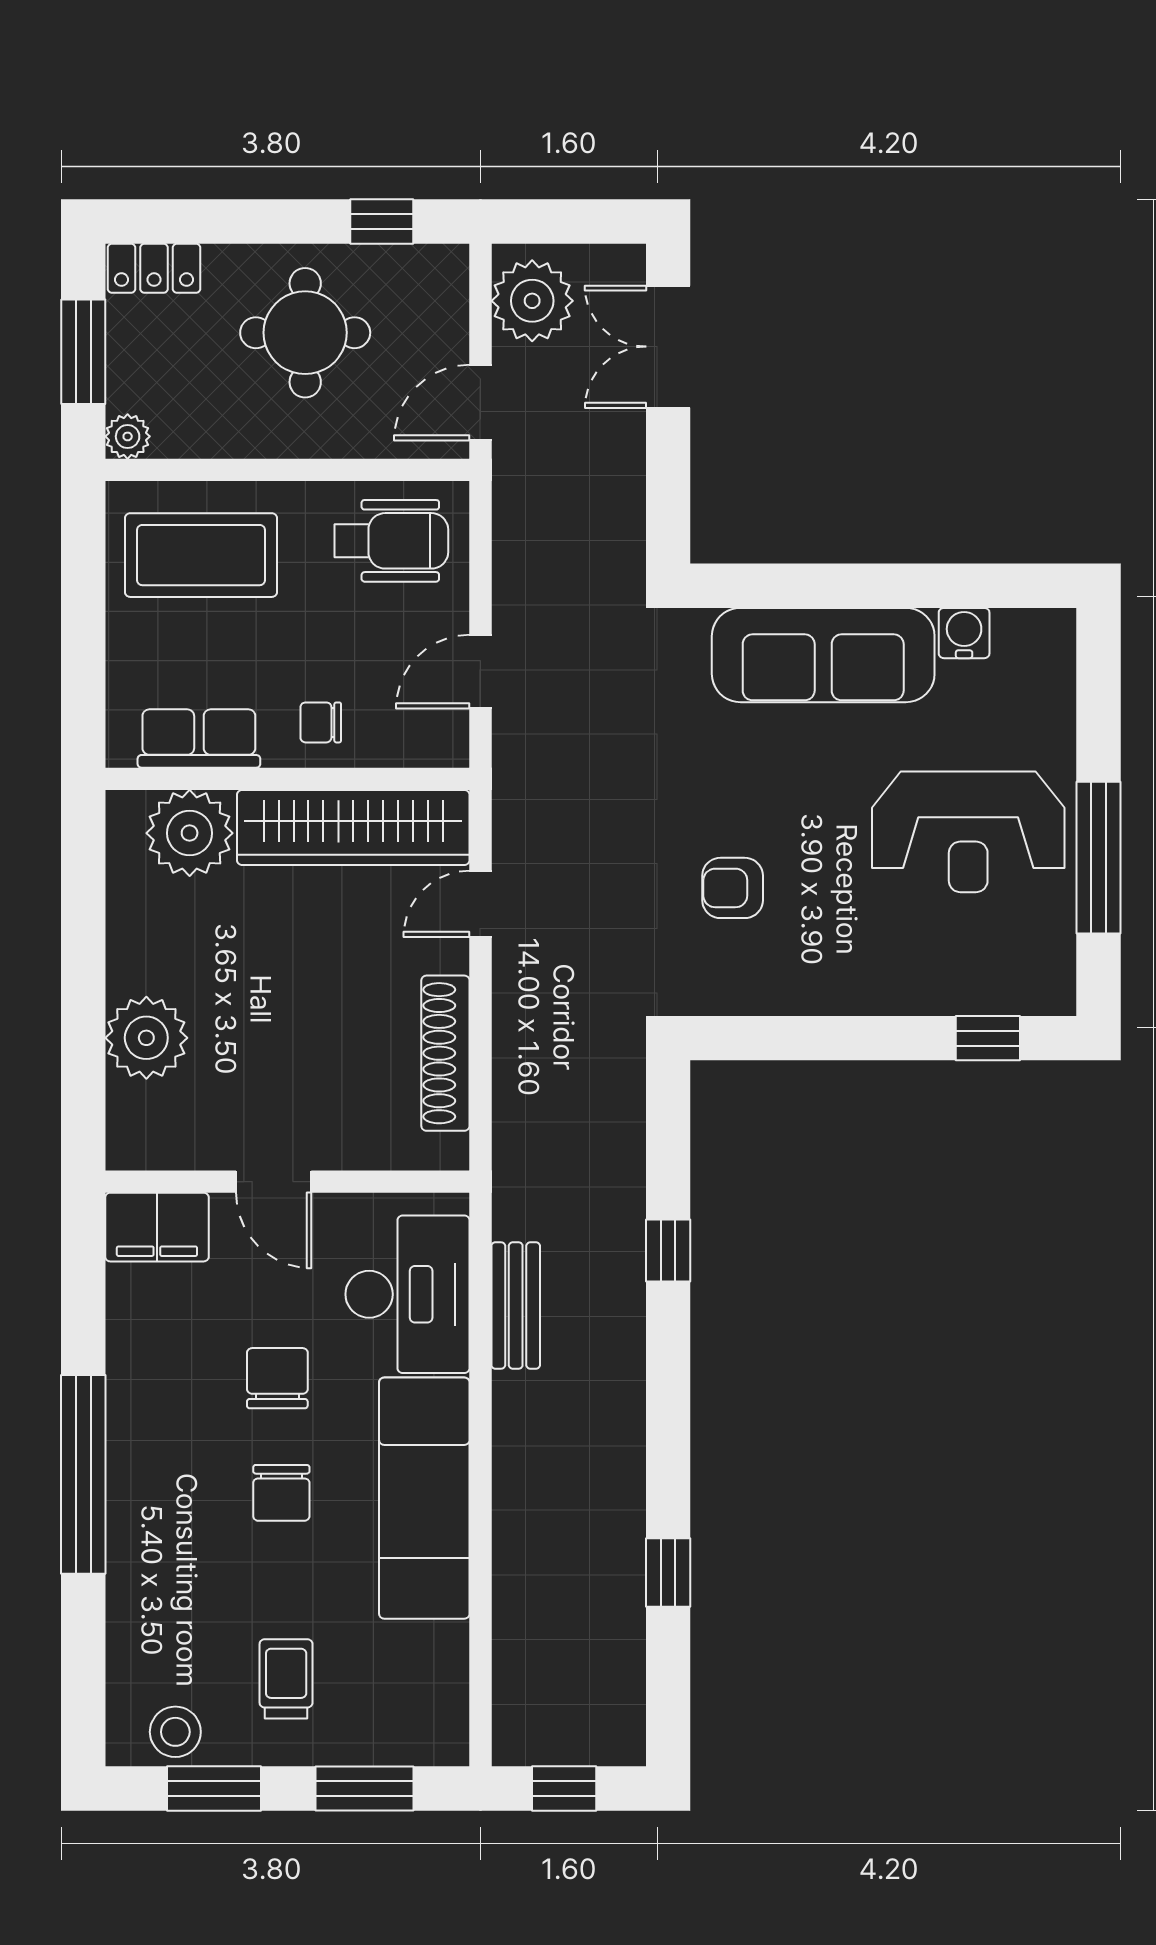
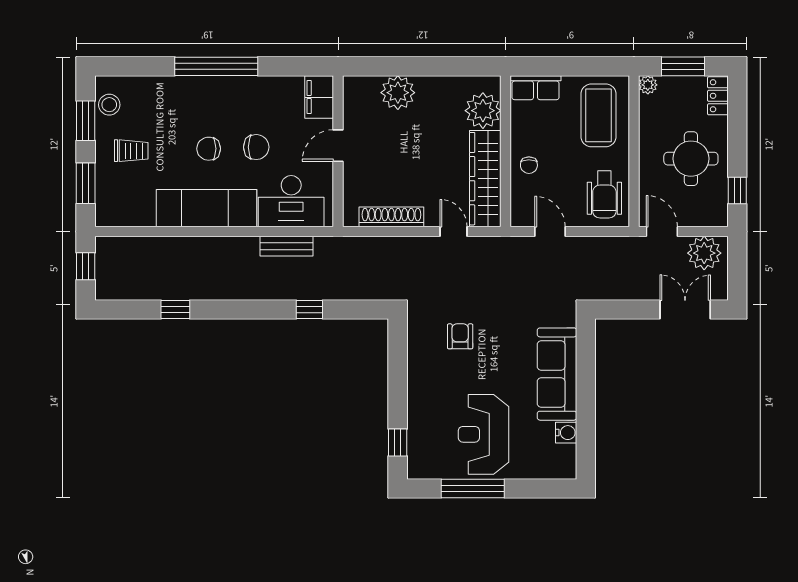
chair: (321, 722) -> (529, 165), turned 180
row of seats: (199, 739) -> (536, 88), moved, turned 90

